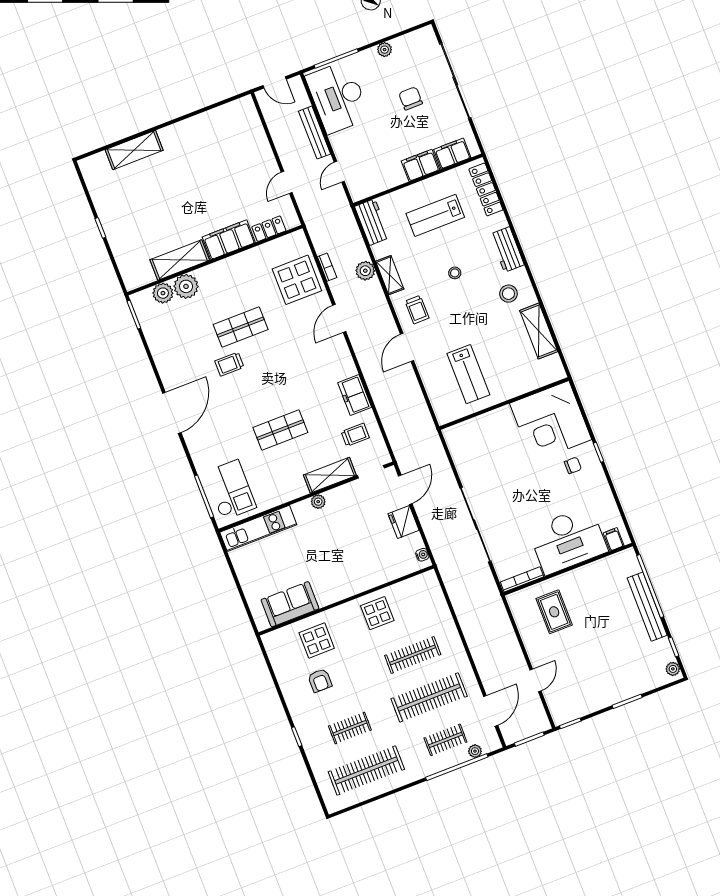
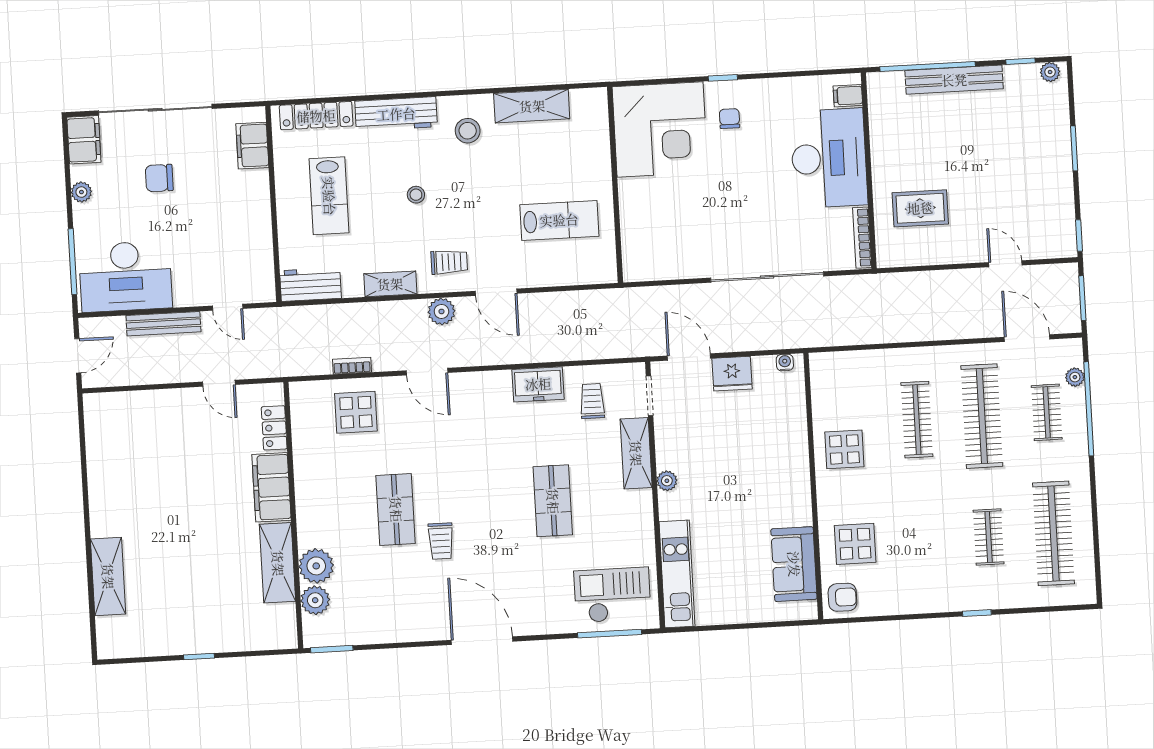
filing cabinet: (420, 165) -> (84, 140), moved, turned 180
workbench: (507, 250) -> (396, 114), width x1.38
plant: (365, 271) -> (441, 311), moved
display table: (297, 280) -> (356, 412), width x0.73, depth x0.73
armchair: (320, 680) -> (842, 597), moved

